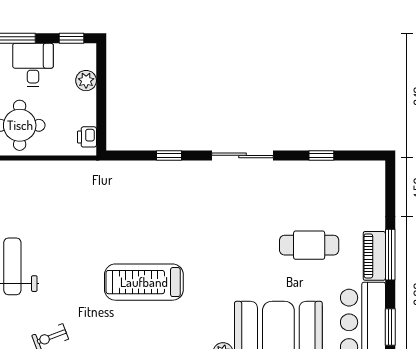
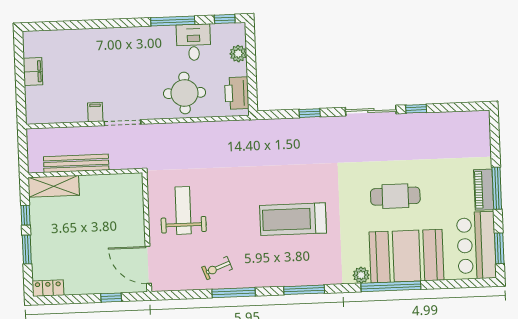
printer: (87, 137) -> (237, 93), width x1.87, depth x1.48
window: (321, 155) -> (416, 109), moved
cafe table: (309, 245) -> (395, 196), moved

